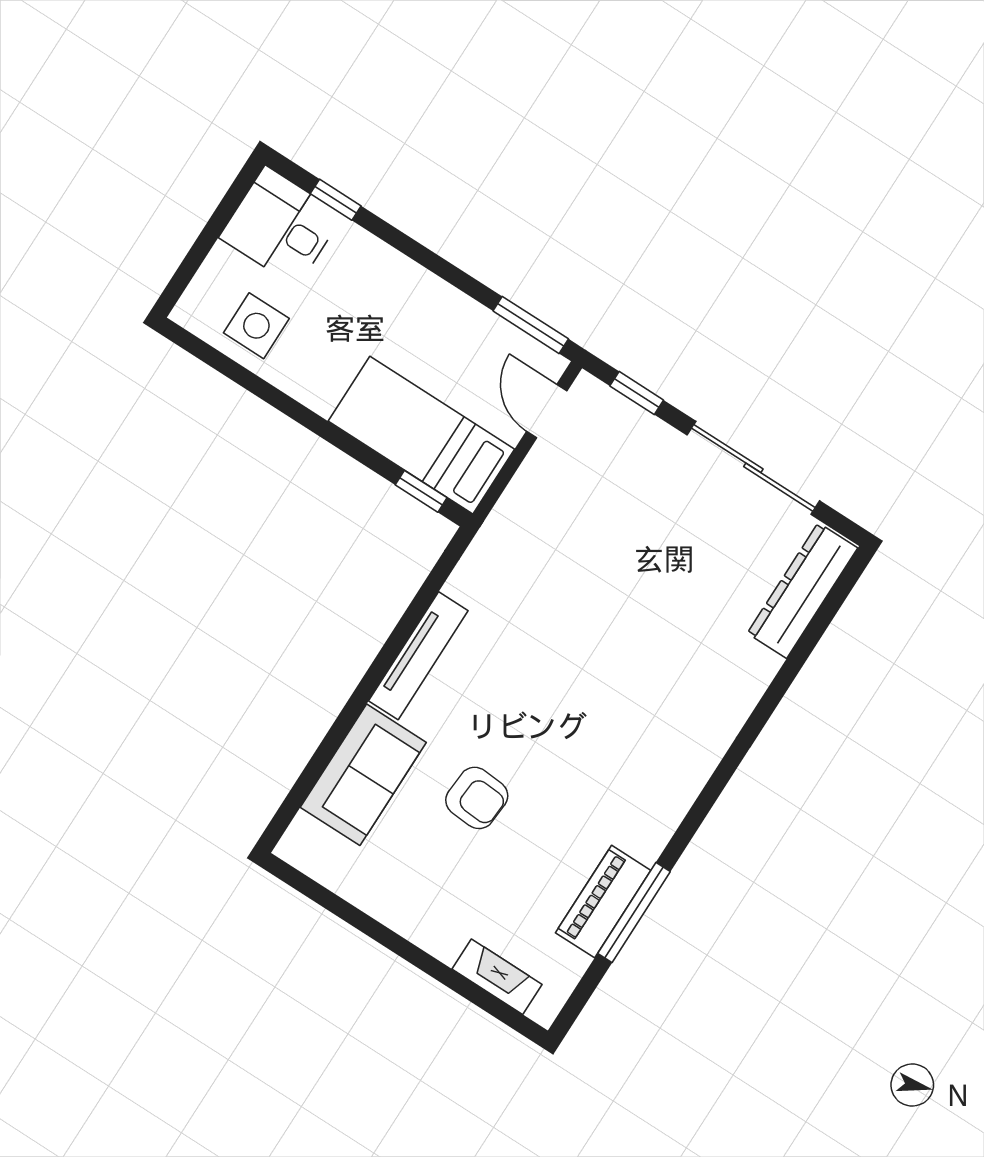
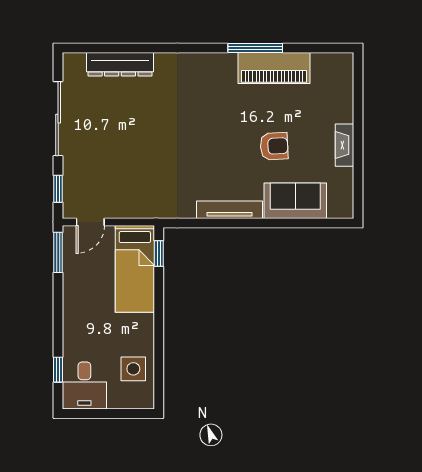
dresser: (802, 591) -> (120, 64), moved
armchair: (477, 798) -> (274, 146), turned 83
piano: (603, 902) -> (274, 68), width x1.37, depth x1.33
window: (634, 912) -> (255, 48), moved
fireplace: (497, 977) -> (345, 145), moved

